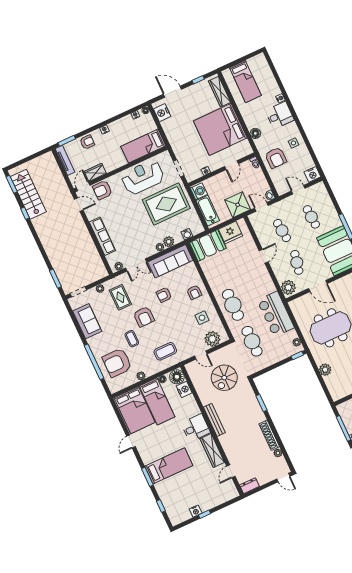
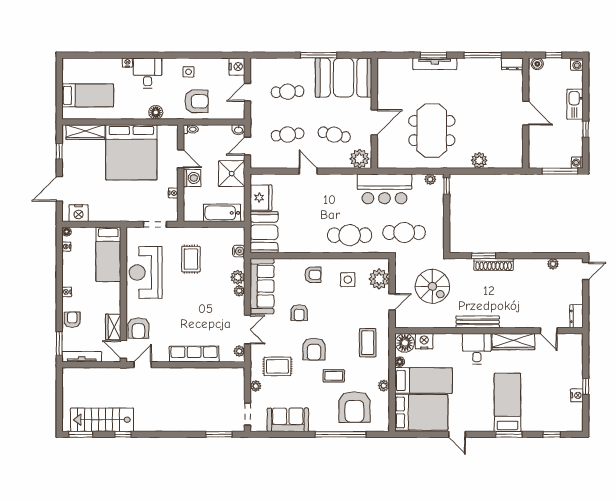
washing machine: (199, 191) -> (192, 178), moved, turned 90
rug: (166, 204) -> (191, 259), width x0.54, depth x0.49
armchair: (144, 317) -> (314, 349), turned 90
shoe rack: (269, 435) -> (494, 264), moved

